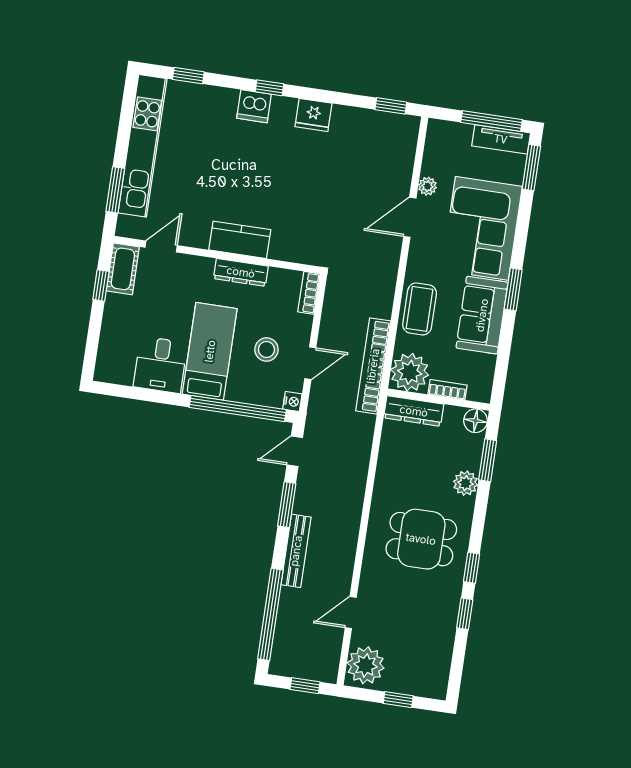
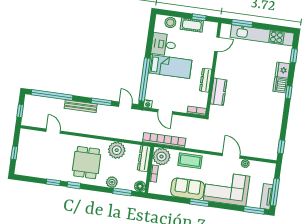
fridge: (313, 115) -> (283, 70), moved
kitchen counter: (240, 240) -> (219, 92), moved
door: (161, 246) -> (217, 44), hinge flipped
cot: (123, 269) -> (192, 25), moved
stool: (266, 349) -> (170, 22), moved
plant: (366, 665) -> (117, 150), moved

